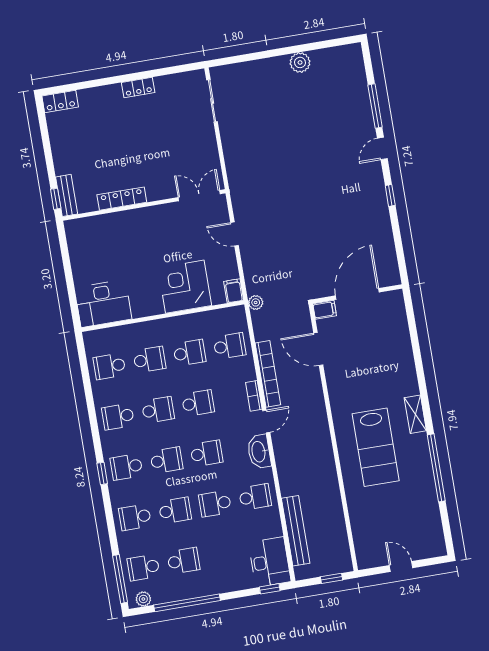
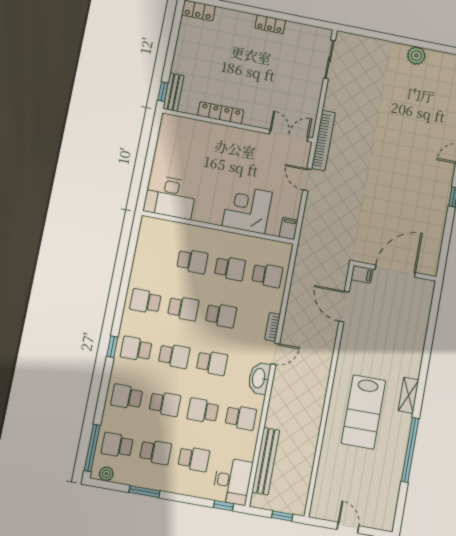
plant: (256, 302) -> (304, 246), removed
school desk: (109, 366) -> (194, 459), moved, turned 180
bookcase: (268, 374) -> (323, 140), moved
window: (187, 603) -> (144, 492), width x0.47

